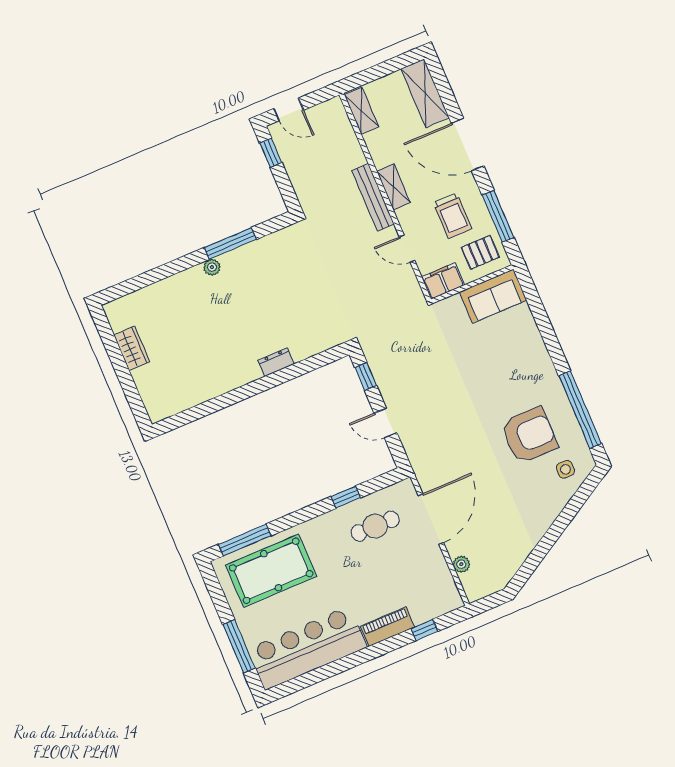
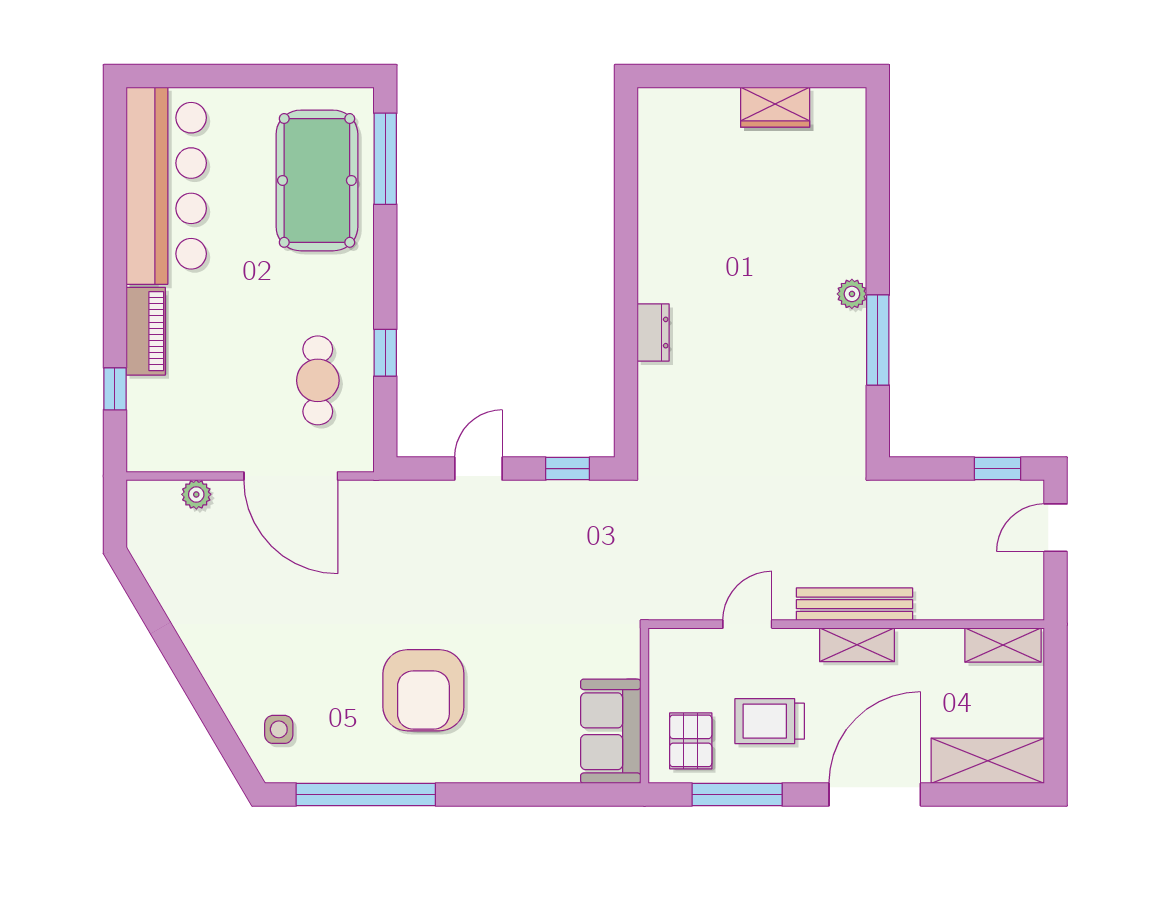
filing cabinet: (443, 281) -> (670, 660), removed
armchair: (529, 435) -> (423, 690), moved
window: (239, 646) -> (216, 76), removed

